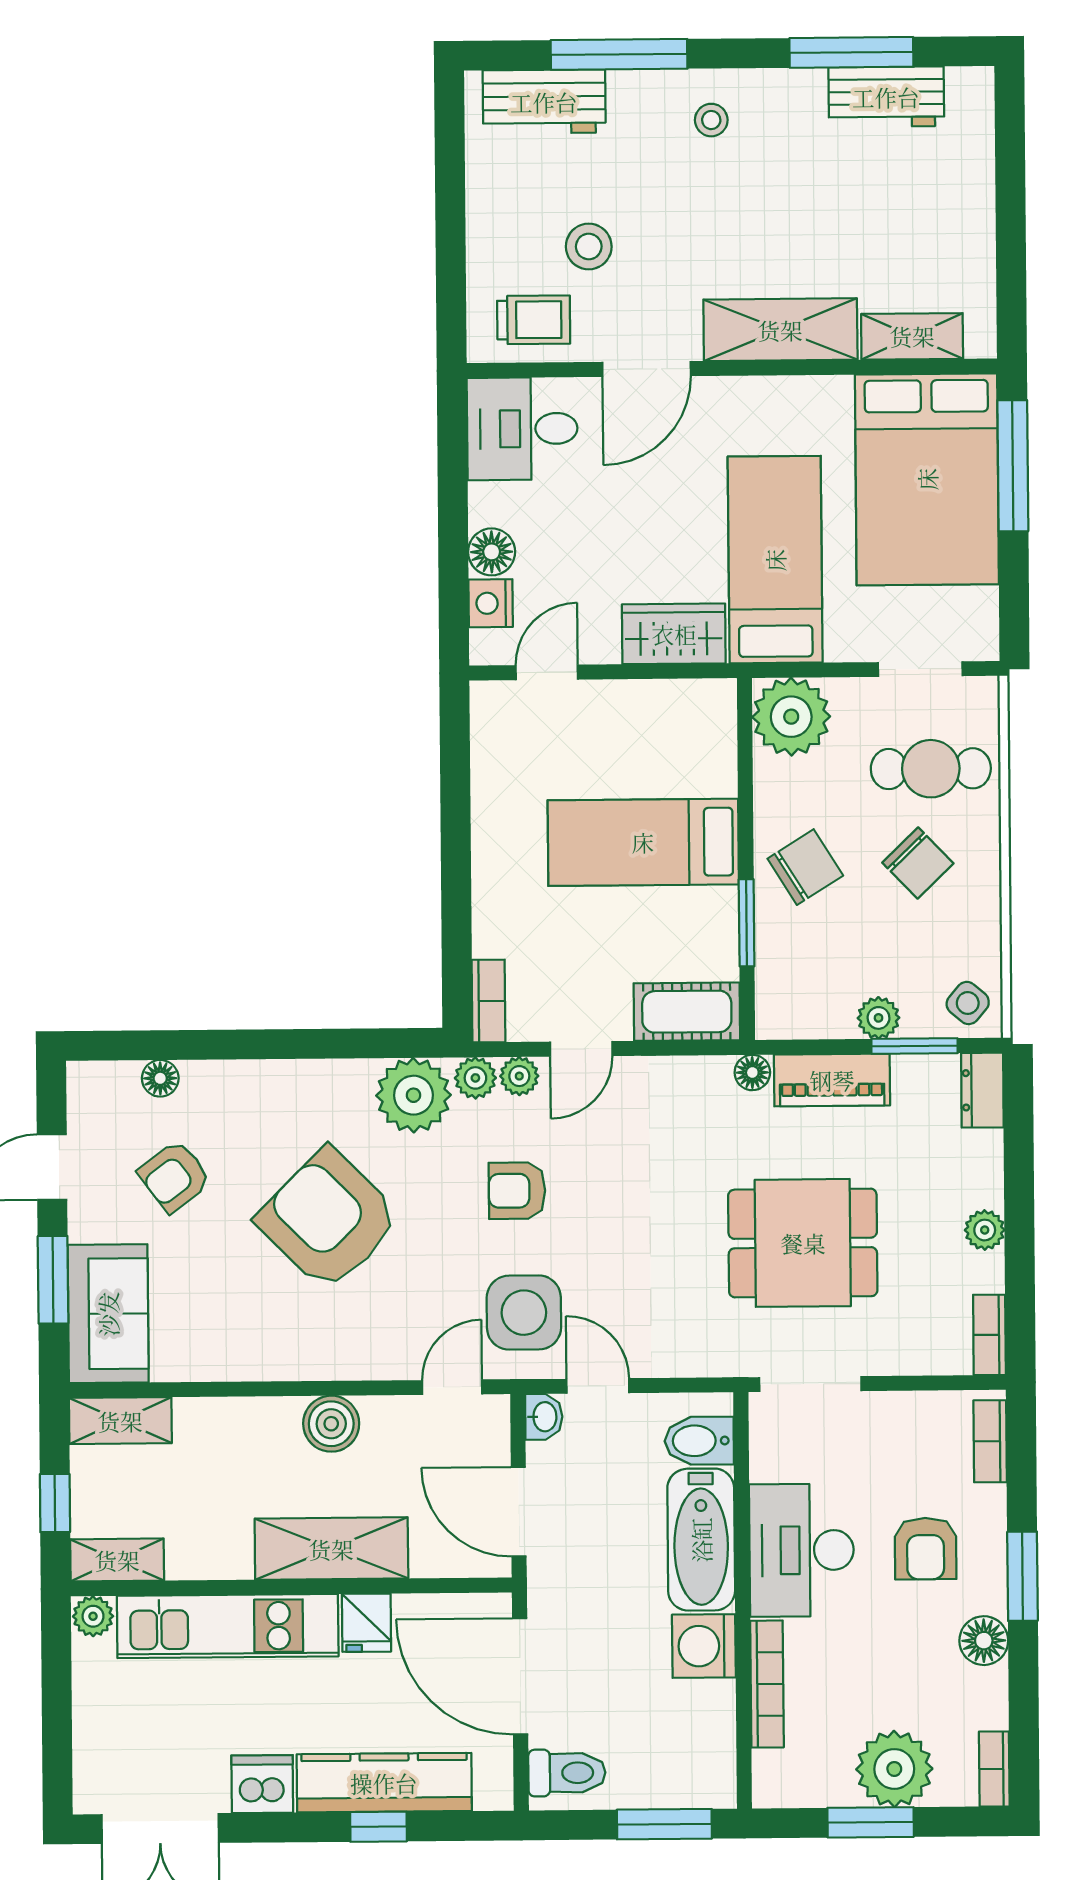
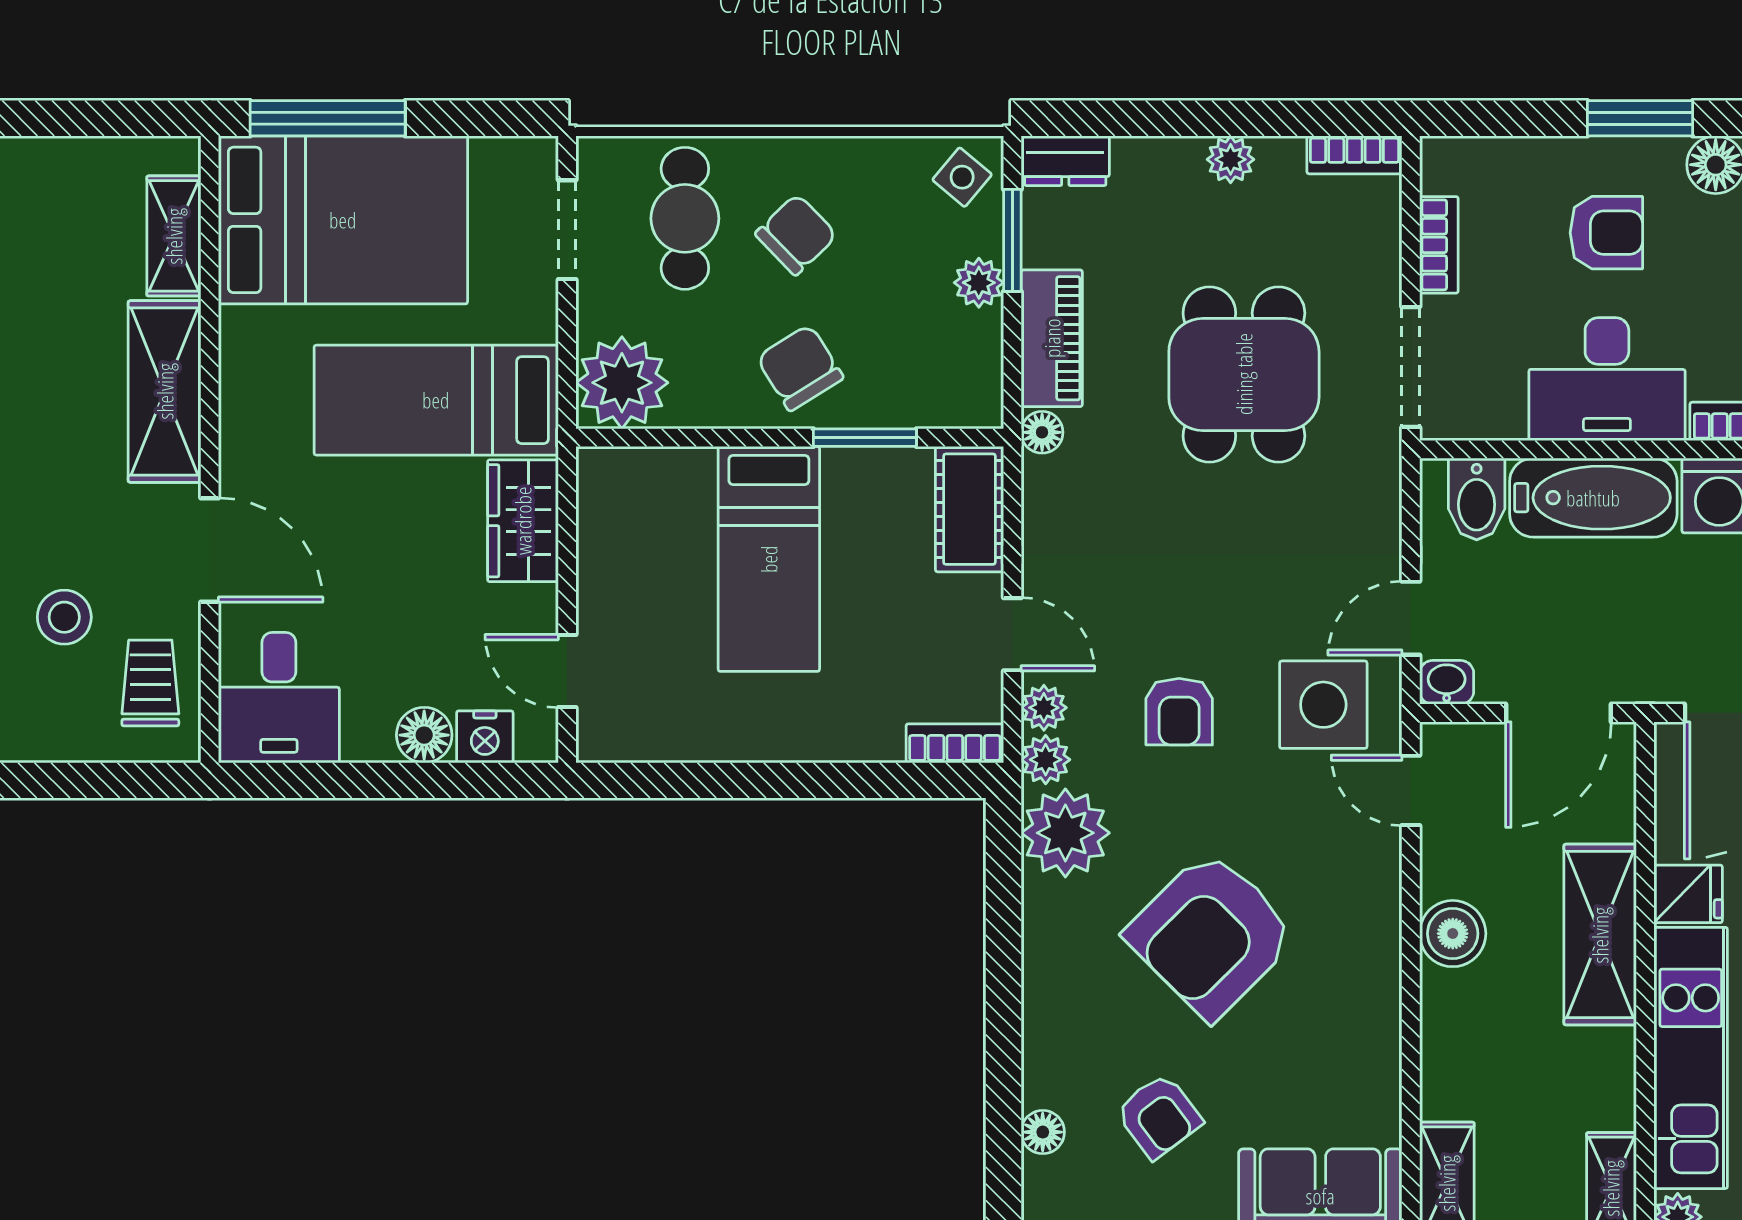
bookcase: (990, 1441) -> (1439, 245), moved, turned -90

